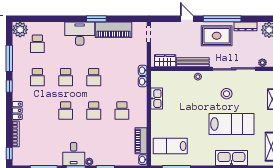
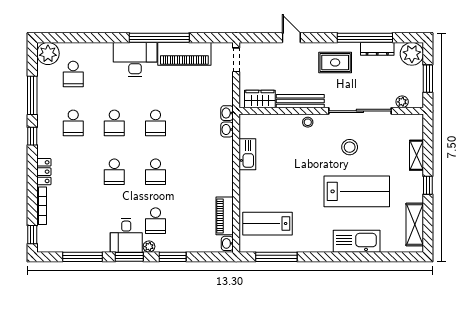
window: (96, 19) -> (159, 38), width x2.11
window: (222, 19) -> (365, 38), moved
rug: (217, 36) -> (335, 62), width x0.73, depth x0.70
school desk: (122, 111) -> (156, 221), moved

